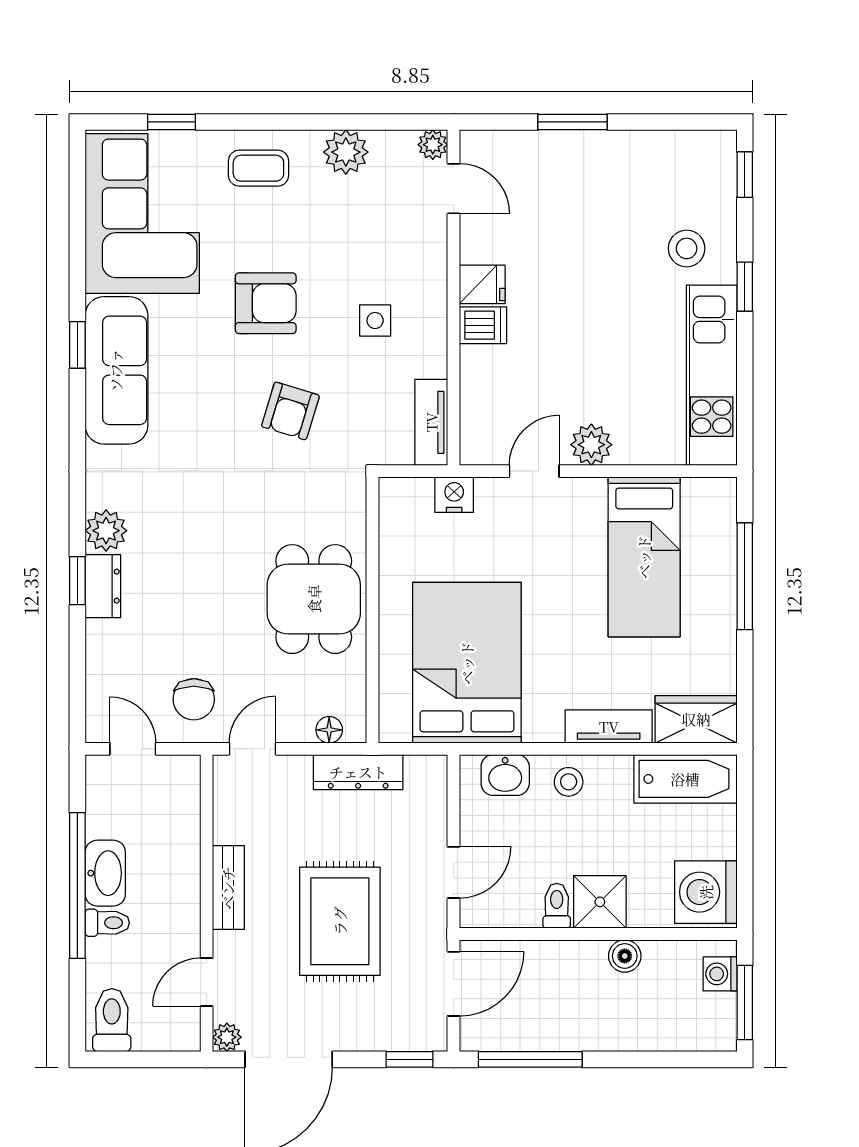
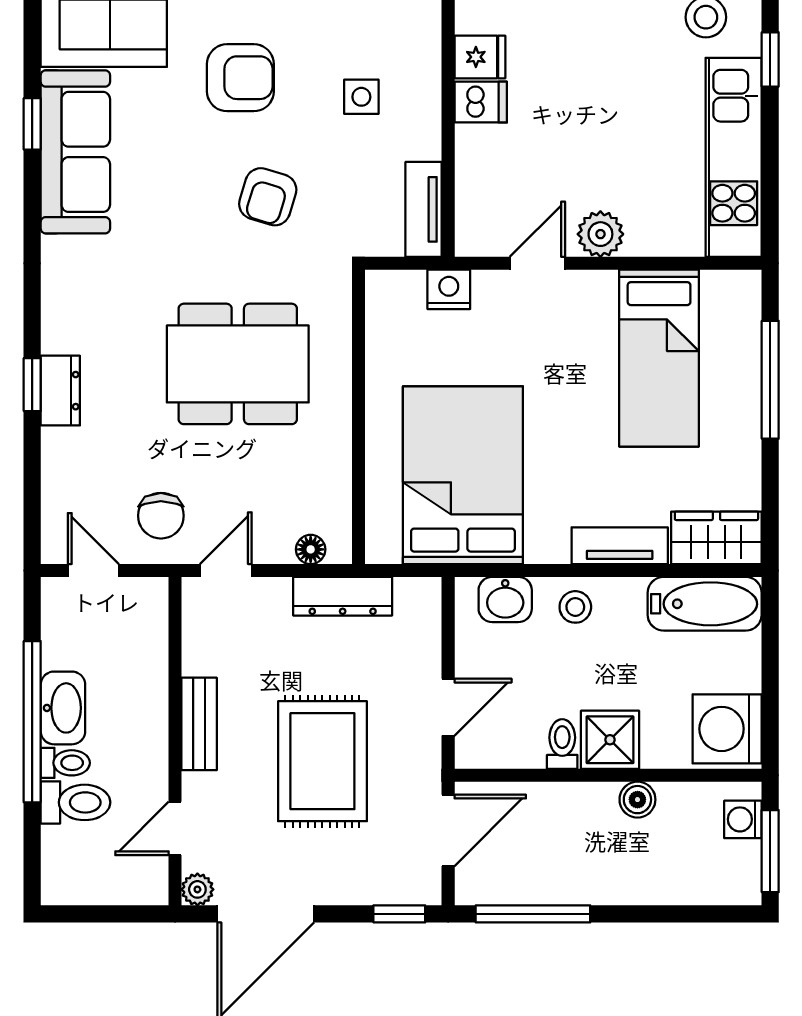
plant: (106, 531) -> (64, 329), removed
dining table: (314, 599) -> (238, 364), moved, width x1.37
toilet: (112, 1020) -> (75, 802), moved, turned 90

